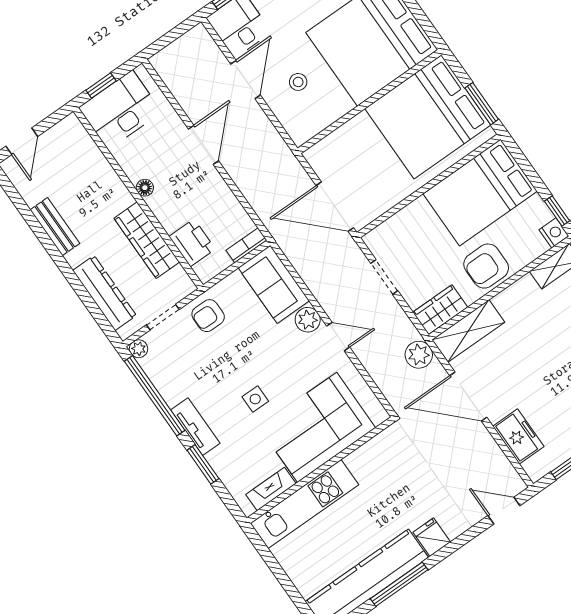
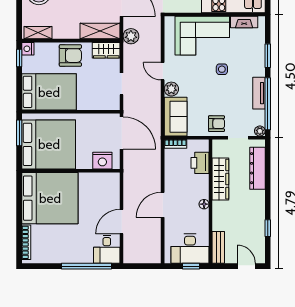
stool: (298, 82) -> (98, 203), removed
door: (22, 141) -> (246, 266), hinge flipped
nightstand: (334, 148) -> (102, 161), added
window: (29, 218) -> (268, 228), added
bench: (55, 227) -> (218, 247), moved
tv unit: (195, 427) -> (259, 93), moved

